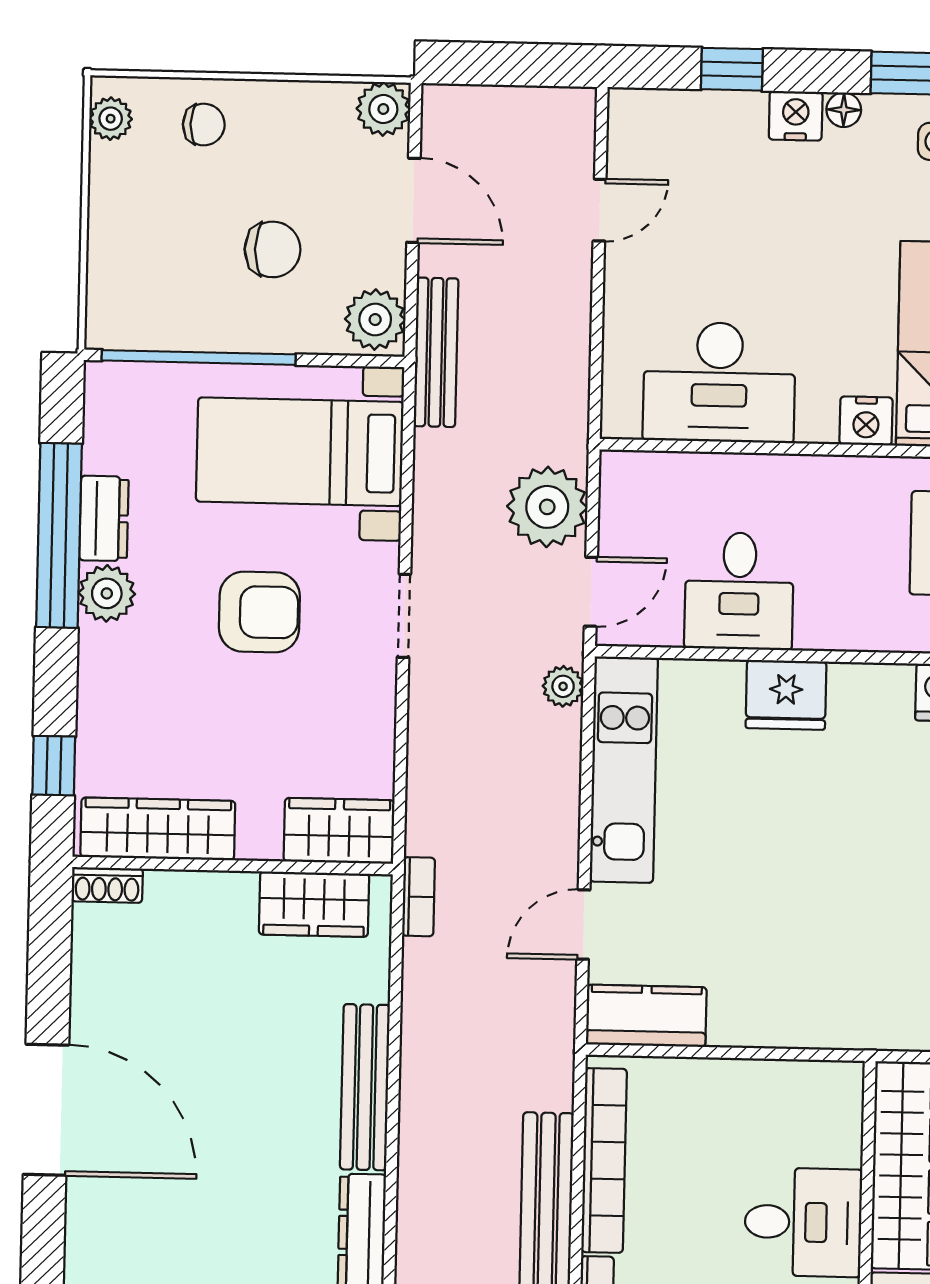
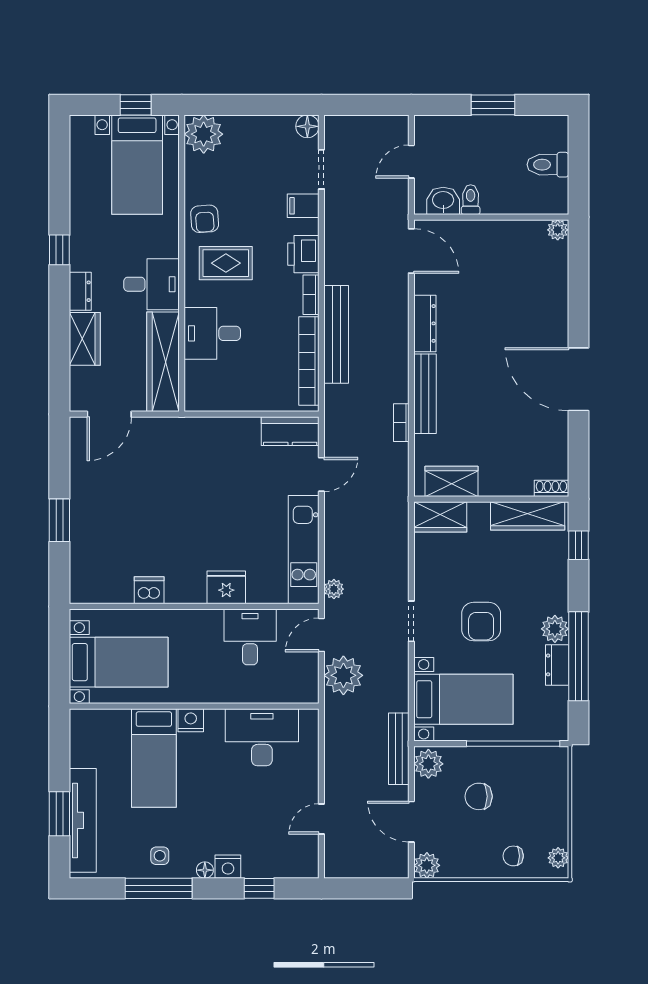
armchair: (259, 612) -> (481, 622), turned -90
bookcase: (418, 897) -> (401, 423), moved

